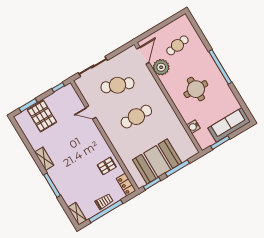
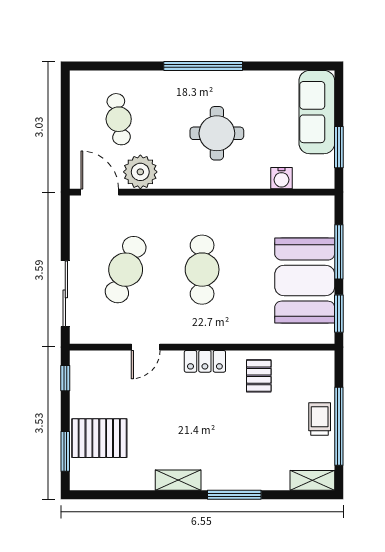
locker: (126, 185) -> (205, 361), moved

